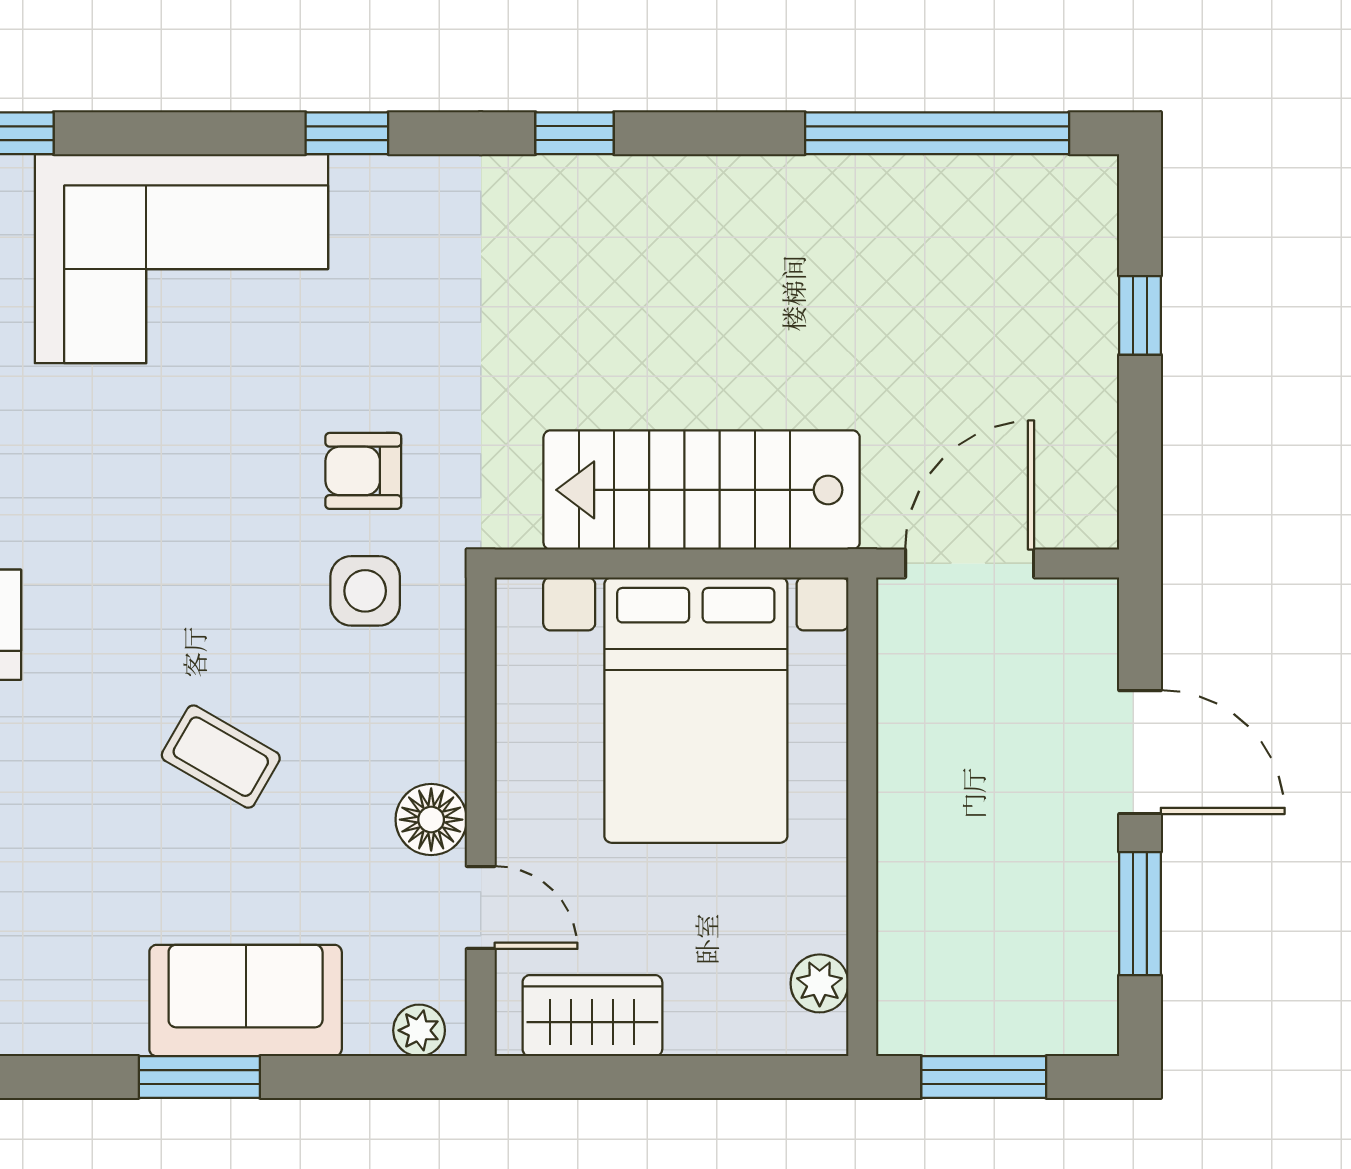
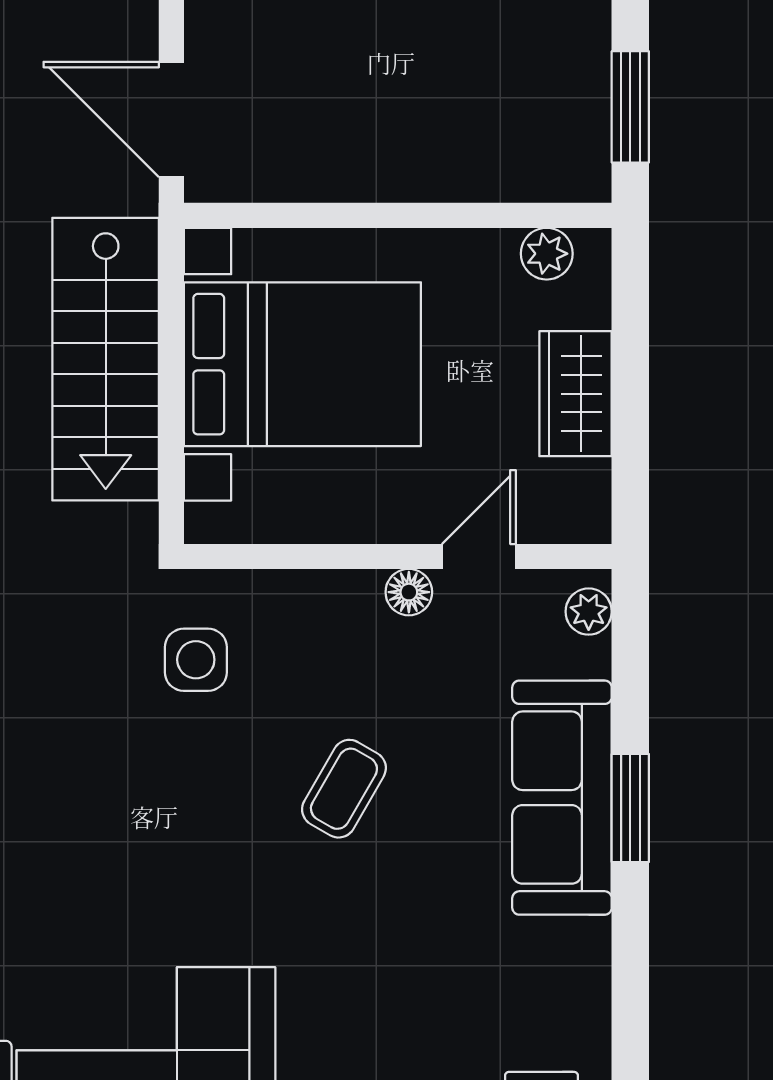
armchair: (363, 471) -> (89, 661), removed
floor lamp: (431, 820) -> (409, 592), width x0.73, depth x0.73
sofa: (246, 1001) -> (562, 798), width x1.36
wardrobe: (592, 1016) -> (575, 394), moved

